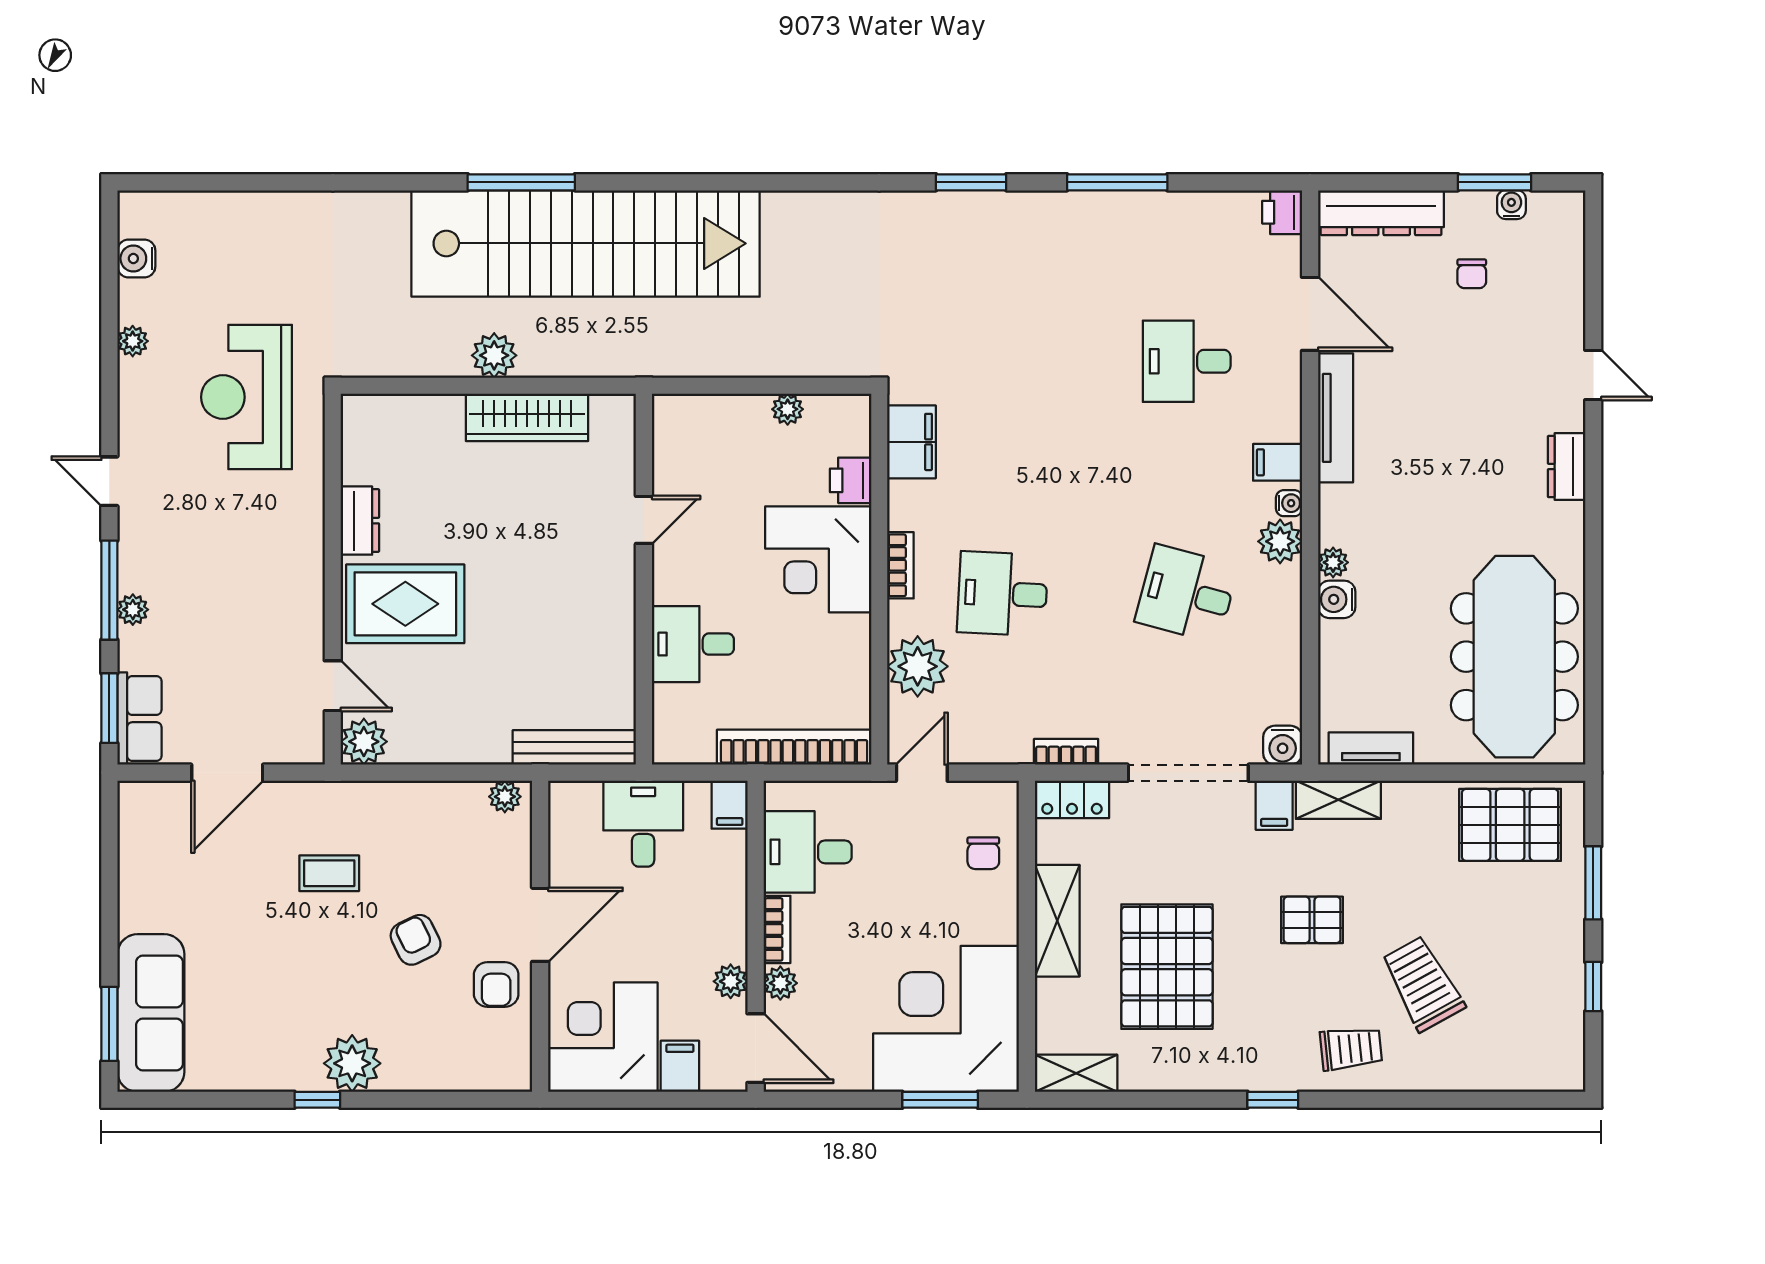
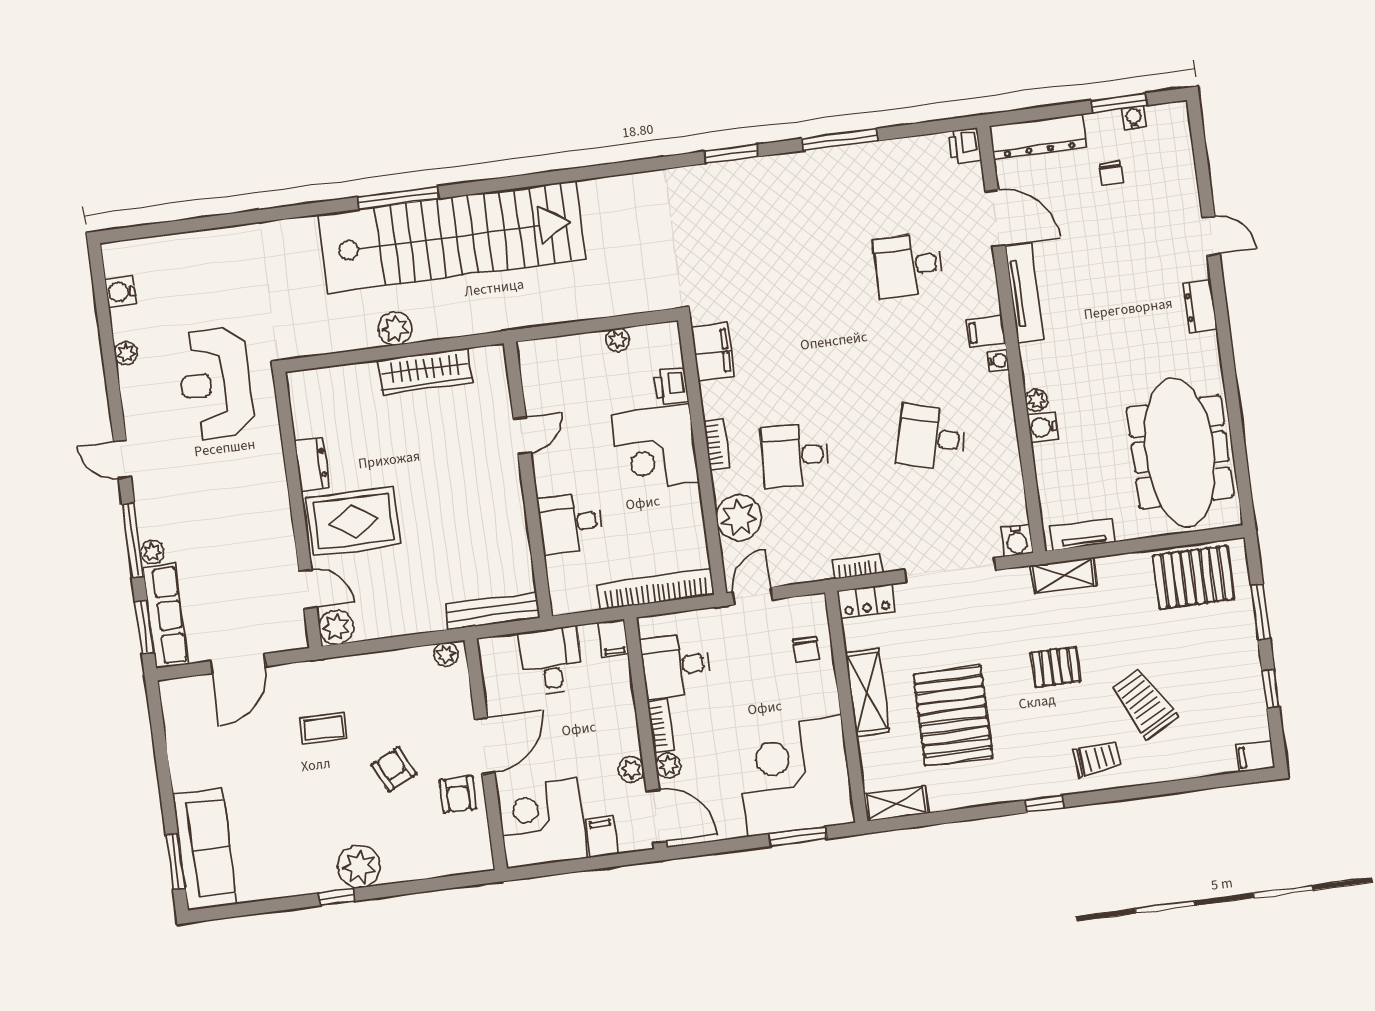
plant: (1280, 541) -> (995, 390), removed
row of seats: (139, 719) -> (166, 616), width x1.48
filing cabinet: (1274, 805) -> (1255, 756), moved, turned 90

